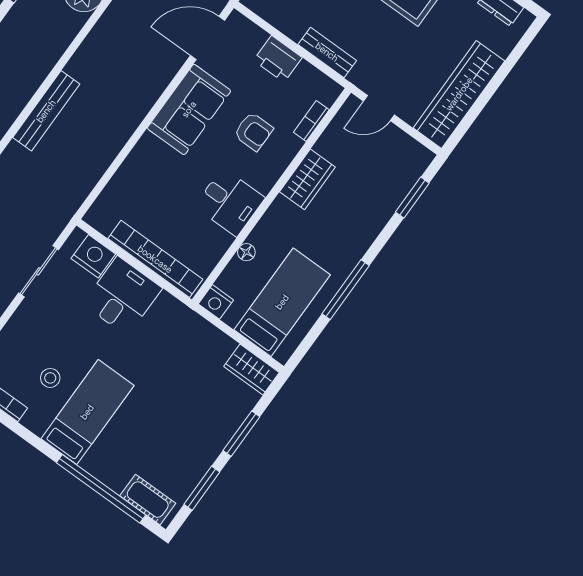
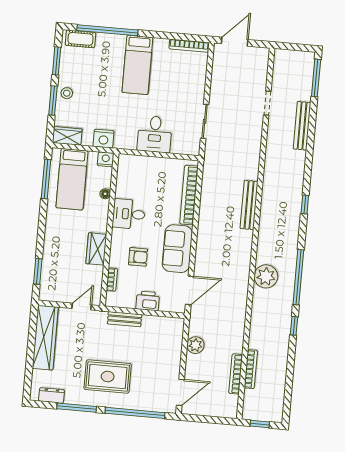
armchair: (253, 132) -> (138, 257), turned 180
nightstand: (93, 256) -> (104, 139), moved
bookcase: (155, 259) -> (189, 195), moved, turned 90
window: (346, 290) -> (46, 179), moved
stool: (50, 378) -> (67, 93), moved

